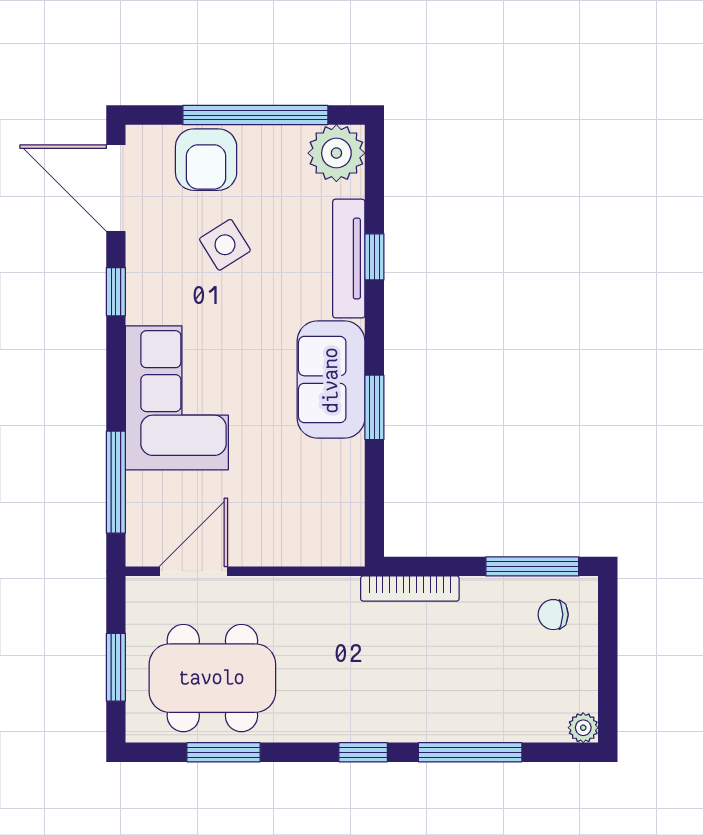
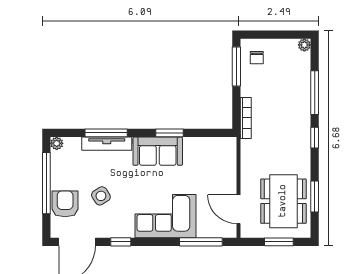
plant: (336, 153) -> (57, 143), width x0.53, depth x0.53
armchair: (206, 160) -> (65, 204), turned -90
window: (374, 257) -> (106, 133), width x2.17

